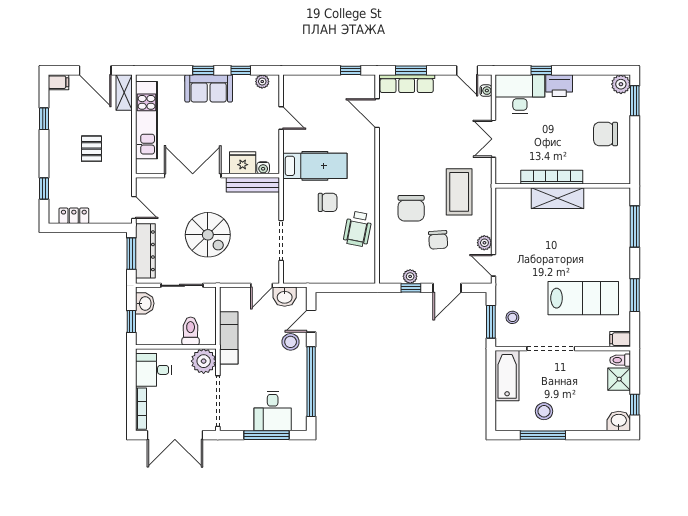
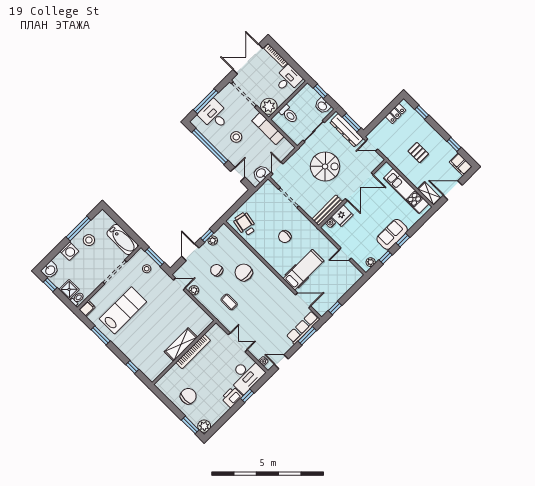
filing cabinet: (58, 82) -> (461, 164), width x2.00
hospital bed: (315, 166) -> (303, 270), moved, turned 180
coffee table: (459, 192) -> (229, 302), width x0.54, depth x0.58
window: (635, 226) -> (132, 367), width x0.46
wheelchair: (358, 229) -> (245, 224), moved
spiral stairs: (208, 235) -> (325, 166), turned 180
lab bench: (583, 298) -> (123, 310), turned 180
stool: (291, 342) -> (236, 137), moved
washing machine: (577, 420) -> (69, 251), added

